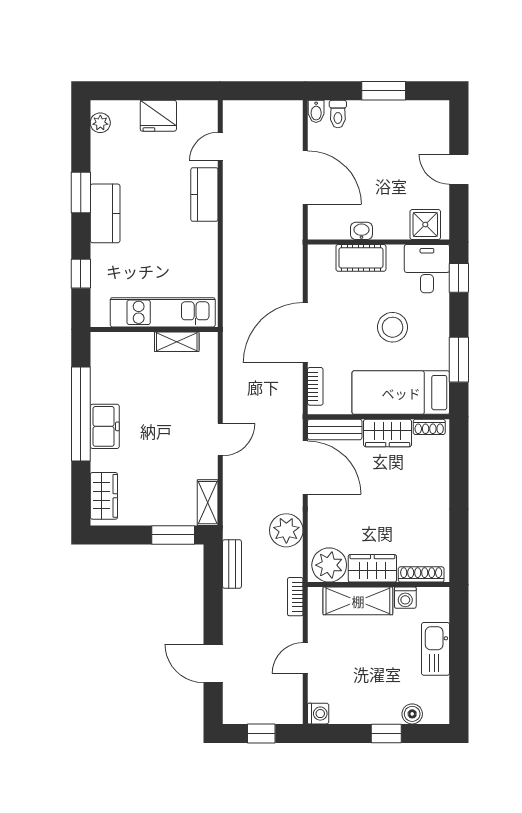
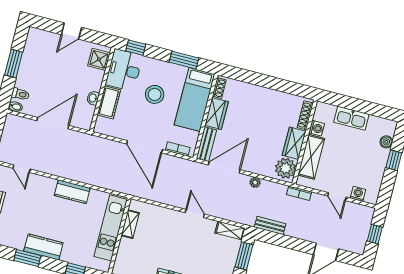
kitchen counter: (204, 195) -> (72, 192), moved
desk: (427, 269) -> (124, 70), width x1.37
plant: (286, 530) -> (255, 182), width x0.53, depth x0.53
washing machine: (318, 714) -> (358, 194), moved

